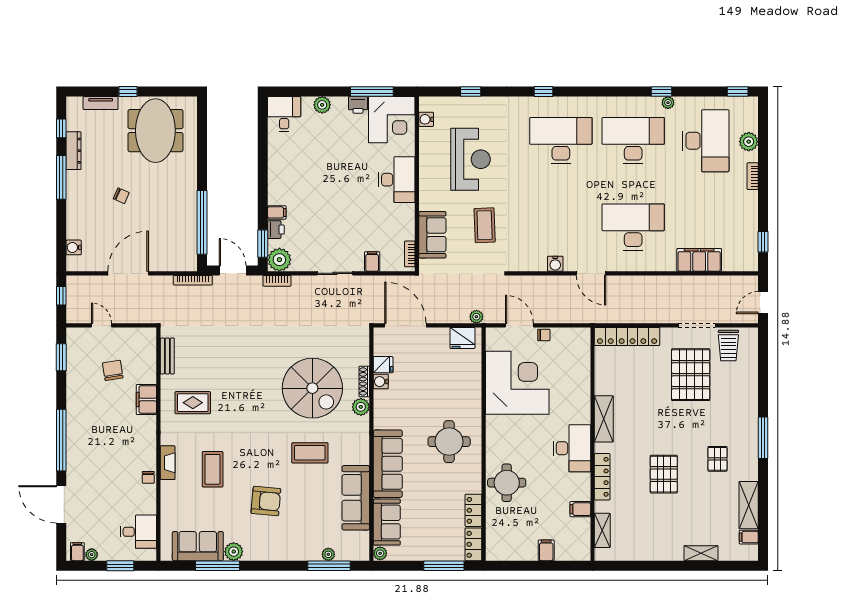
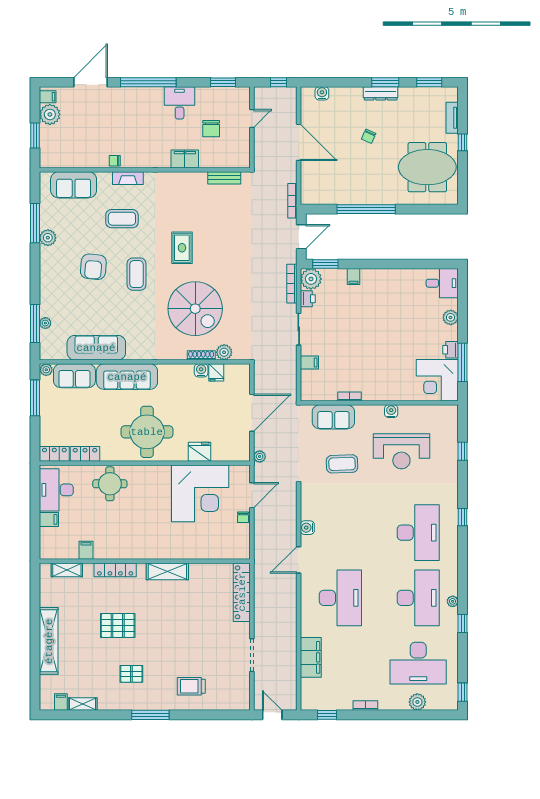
plant: (668, 103) -> (453, 601), moved
water cooler: (426, 119) -> (391, 411), moved
window: (61, 128) -> (429, 82), width x1.50
dresser: (74, 151) -> (381, 93), moved
bookcase: (753, 176) -> (365, 706), moved
window: (61, 177) -> (385, 82), width x0.69
desk: (397, 180) -> (383, 385), removed
window: (202, 222) -> (366, 209), moved
printer: (276, 230) -> (308, 299), moved, turned -90
bookcase: (410, 254) -> (349, 396), moved
bookcase: (277, 281) -> (292, 284), width x1.56
door: (405, 325) -> (252, 413), moved
fridge: (462, 338) -> (199, 452), moved, turned 90
trolley: (728, 346) -> (191, 686), moved
chair: (113, 370) -> (211, 129), turned 99
pallet: (691, 375) -> (207, 650), removed
spiral stairs: (312, 388) -> (195, 309), turned -90
rug: (193, 403) -> (182, 248), moved
plant: (361, 407) -> (224, 352), moved
round table: (449, 442) -> (147, 432), width x1.36, depth x1.36
desk: (572, 448) -> (56, 490), moved, turned 90
coffee table: (310, 453) -> (136, 274), moved
shelving: (749, 505) -> (83, 704), width x0.67, depth x0.75
desk: (138, 532) -> (180, 103), moved, turned 180
sofa: (198, 546) -> (74, 185), moved, turned 90
shelving: (701, 553) -> (49, 641), width x2.20, depth x1.33
plant: (92, 555) -> (50, 114), width x1.88, depth x1.88
window: (444, 566) -> (35, 398), moved

